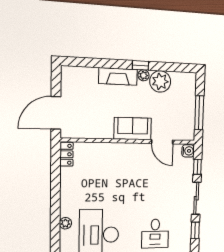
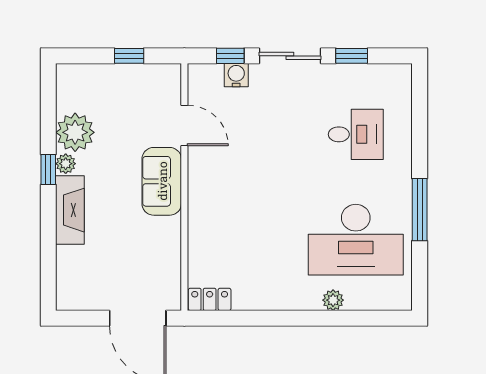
window: (199, 113) -> (129, 56), width x0.46
door: (162, 142) -> (184, 126), hinge flipped
water cooler: (188, 151) -> (236, 75), moved

